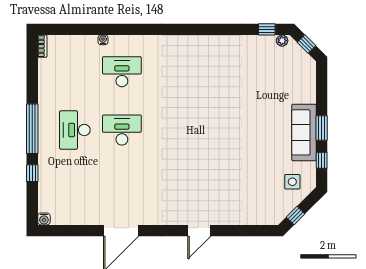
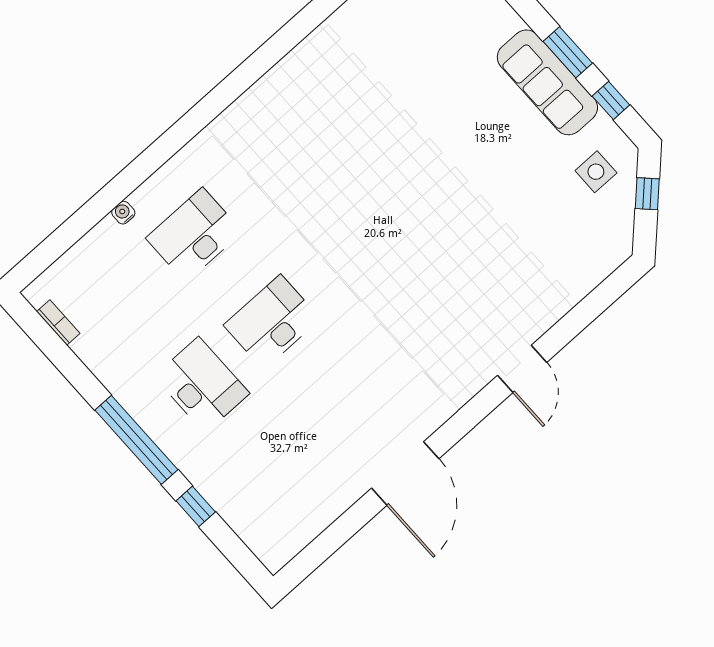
bookcase: (42, 46) -> (58, 322), moved
desk: (75, 130) -> (202, 385), turned 180
window: (296, 215) -> (647, 194), moved
water cooler: (44, 219) -> (274, 559), removed

